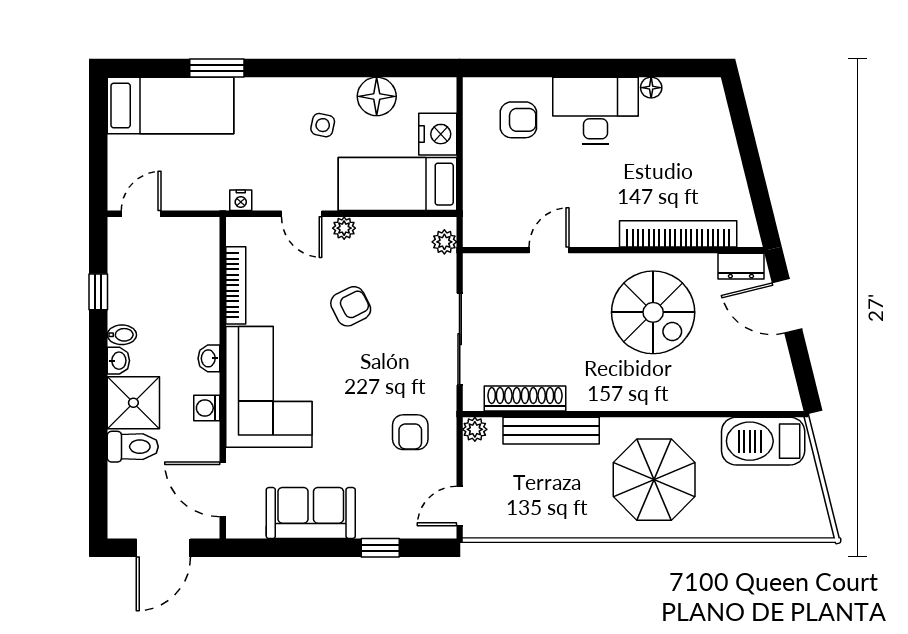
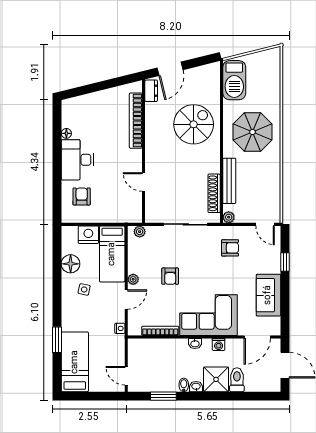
window: (98, 292) -> (163, 396), width x1.50
armchair: (351, 306) -> (170, 276), turned -153
spiral stairs: (653, 312) -> (194, 124), moved

